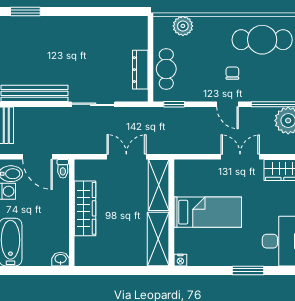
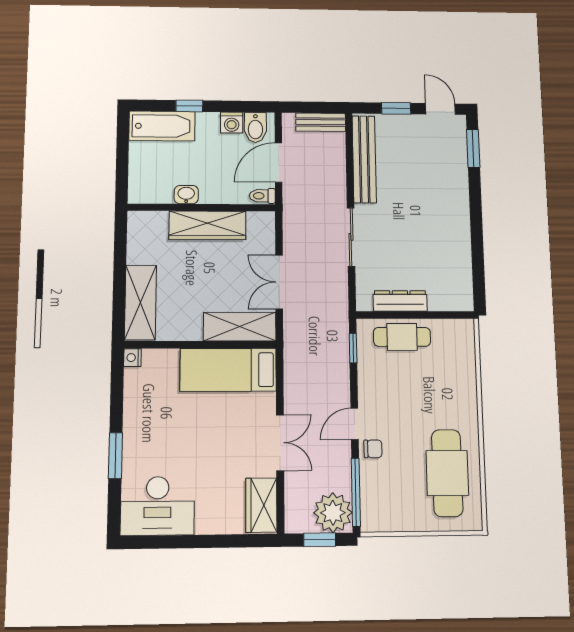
plant: (183, 26) -> (462, 360), removed
chair: (232, 73) -> (373, 449), moved
double door: (126, 157) -> (279, 282), swing flipped
bed: (208, 212) -> (228, 370), moved, turned 90
shelving: (158, 239) -> (140, 302), moved, turned 90
washbasin: (61, 259) -> (186, 195), moved, turned -90

